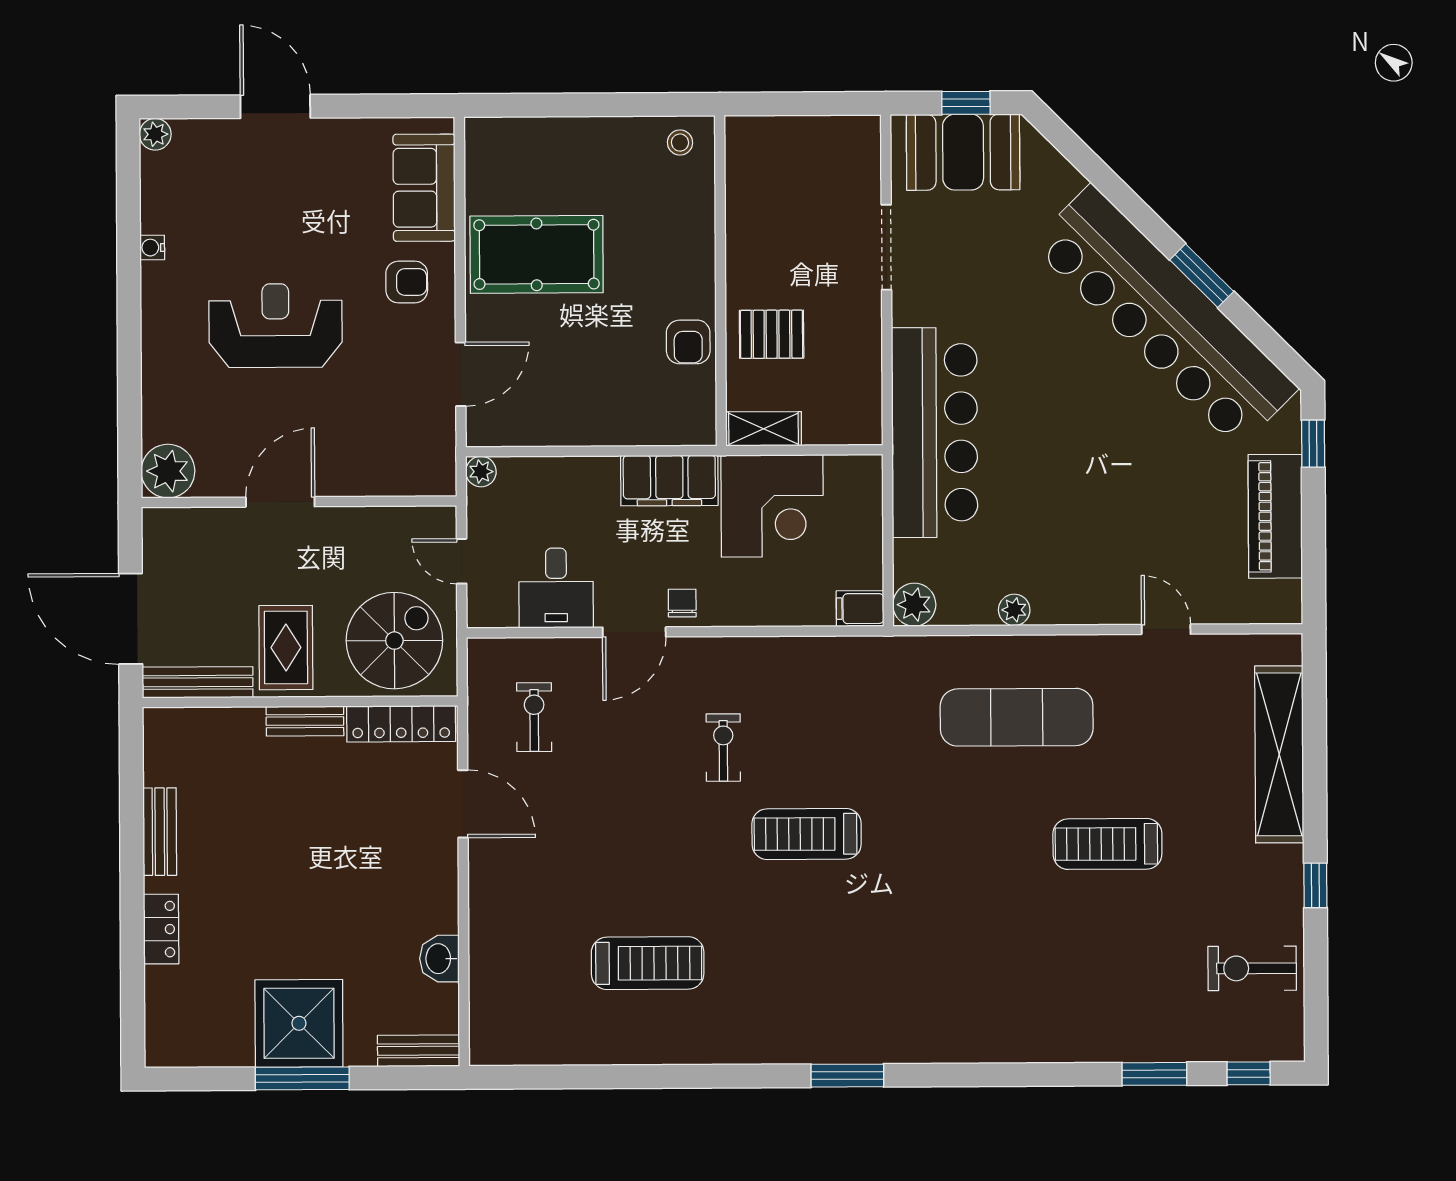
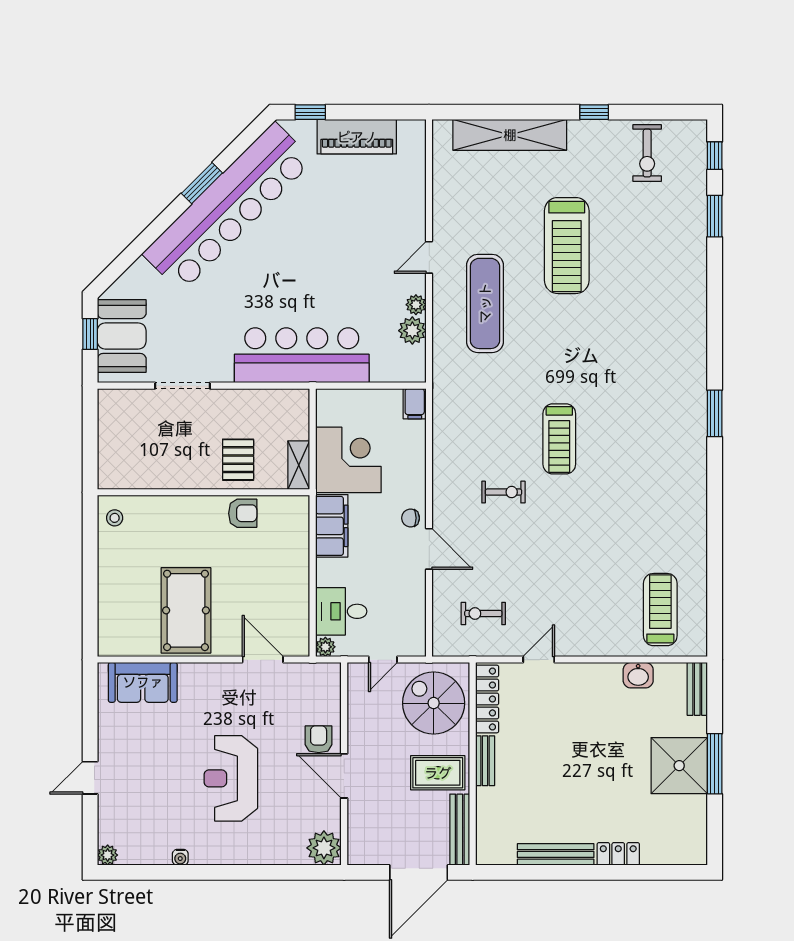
door: (275, 106) -> (90, 778), width x0.73
armchair: (407, 282) -> (319, 739), moved
desk: (556, 588) -> (341, 611), moved, turned 180
plant: (914, 605) -> (412, 331), moved
door: (1166, 629) -> (429, 257), moved
exercise bike: (723, 748) -> (503, 492), turned 180
door: (463, 804) -> (539, 660), width x0.73
bench: (160, 832) -> (556, 854), width x1.36
treadmill: (1107, 844) -> (567, 246), width x1.37, depth x1.38
treadmill: (648, 963) -> (660, 610), moved

